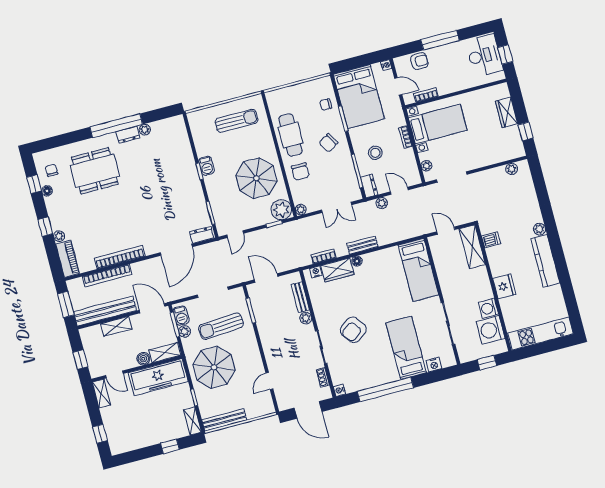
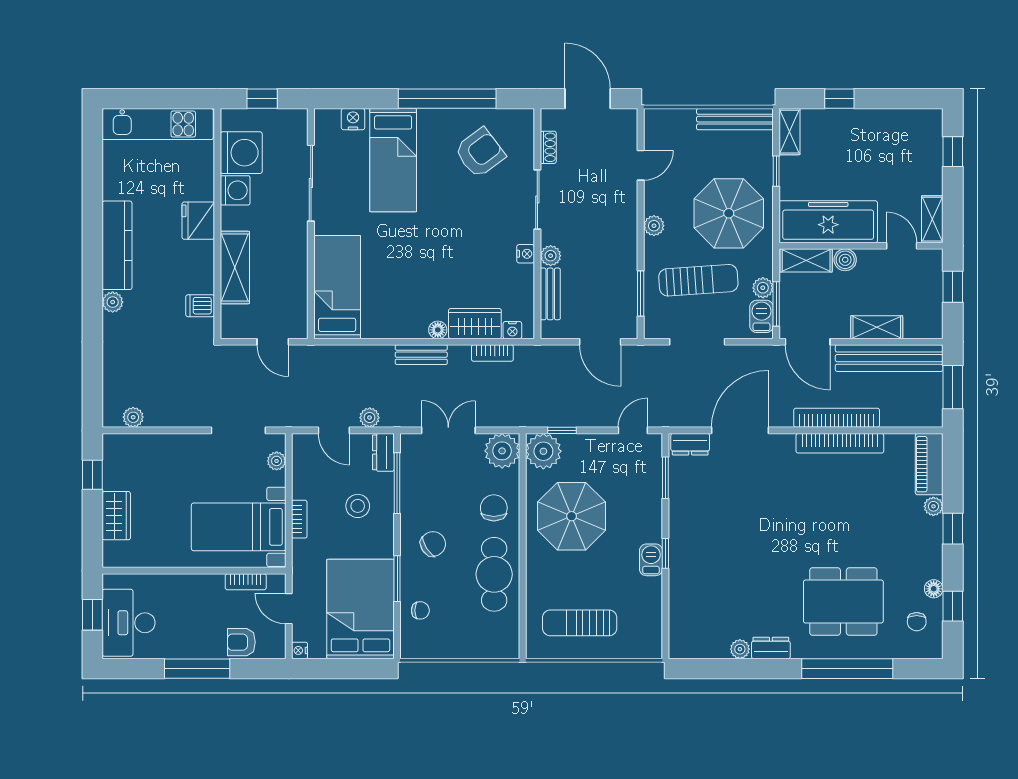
window: (116, 126) -> (847, 669), moved
plant: (301, 210) -> (502, 451), width x1.88, depth x1.88
shelving: (472, 247) -> (235, 267), moved
bookcase: (107, 275) -> (837, 418), moved
armchair: (353, 330) -> (480, 153), moved
plant: (253, 350) -> (654, 226), added
nightstand: (339, 390) -> (526, 254), moved

